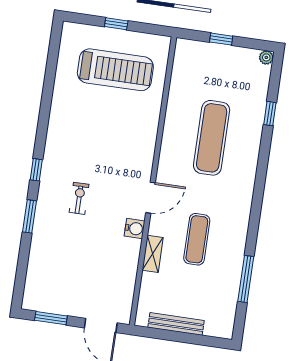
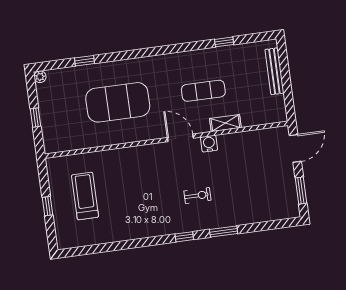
treadmill: (115, 70) -> (85, 196), width x0.73, depth x0.73
exercise mat: (212, 138) -> (118, 102), width x1.47
exercise bike: (79, 198) -> (197, 196), turned 180
window: (246, 279) -> (224, 42), width x0.46
bench: (176, 324) -> (274, 71), moved

